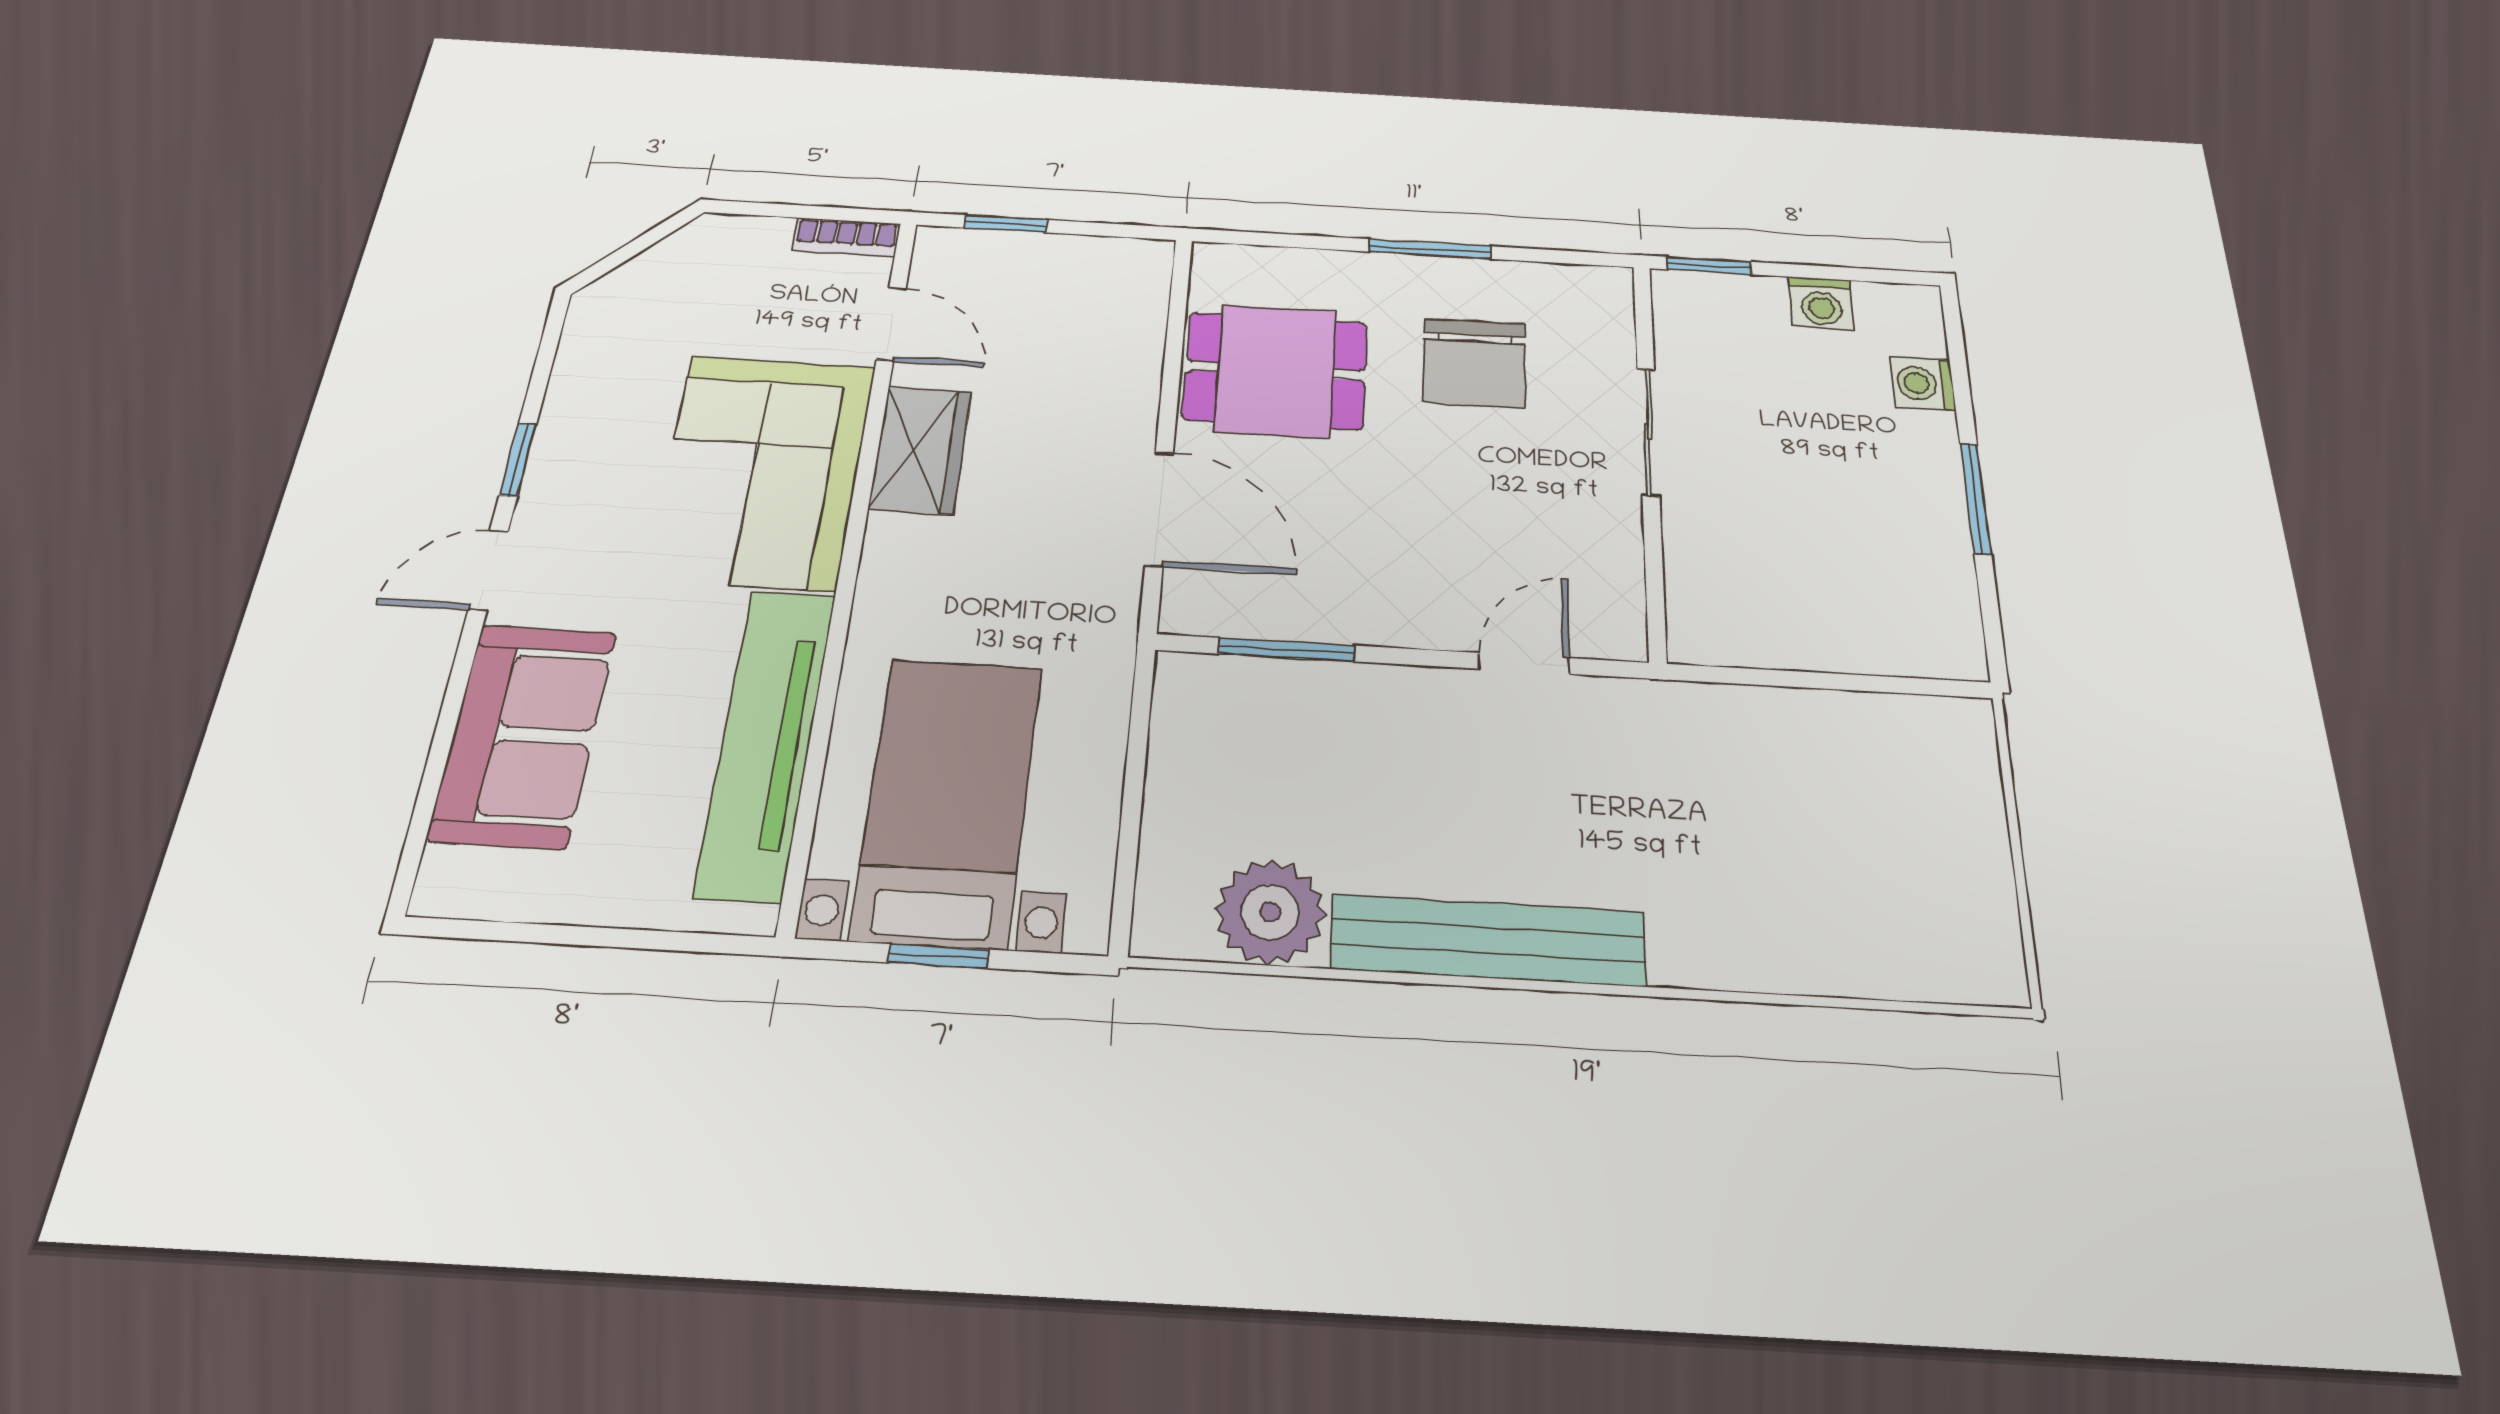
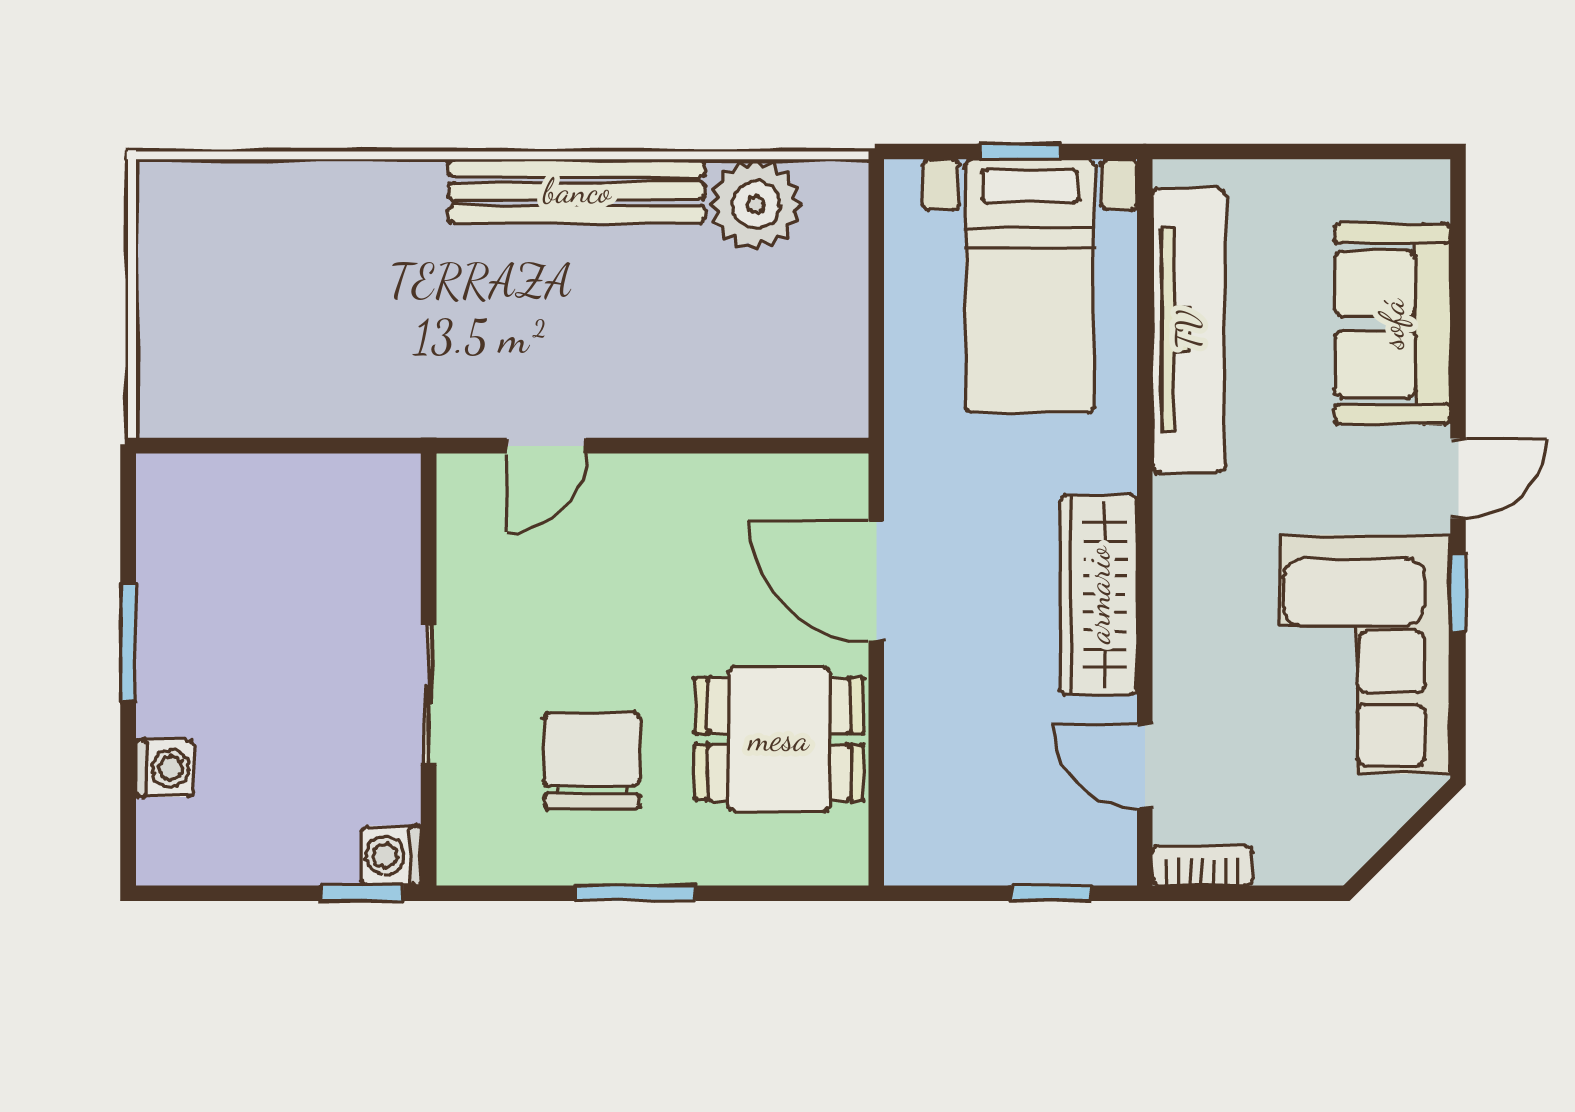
washing machine: (1821, 303) -> (391, 856), moved, turned -90
wardrobe: (920, 450) -> (1098, 595), width x1.50
corner sofa: (762, 471) -> (1365, 654), moved, turned 180
window: (1287, 650) -> (754, 446), removed

